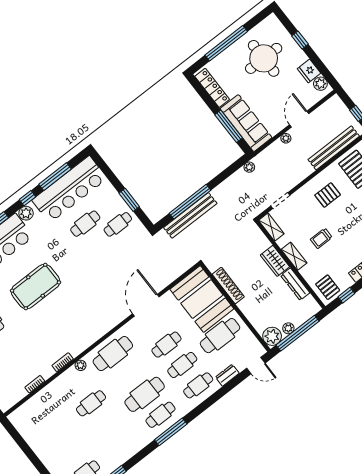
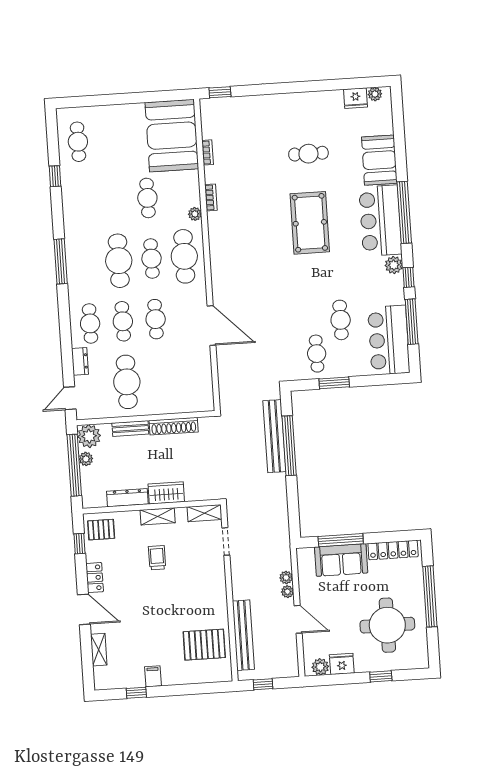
sofa: (246, 123) -> (341, 560), width x0.73
plant: (249, 167) -> (286, 577), moved
bar counter: (69, 189) -> (389, 340), width x0.73
pallet: (328, 195) -> (198, 595), removed
booth: (202, 299) -> (172, 136), moved, turned 90
bench: (249, 313) -> (130, 429), added
cafe table: (160, 415) -> (152, 259), moved

